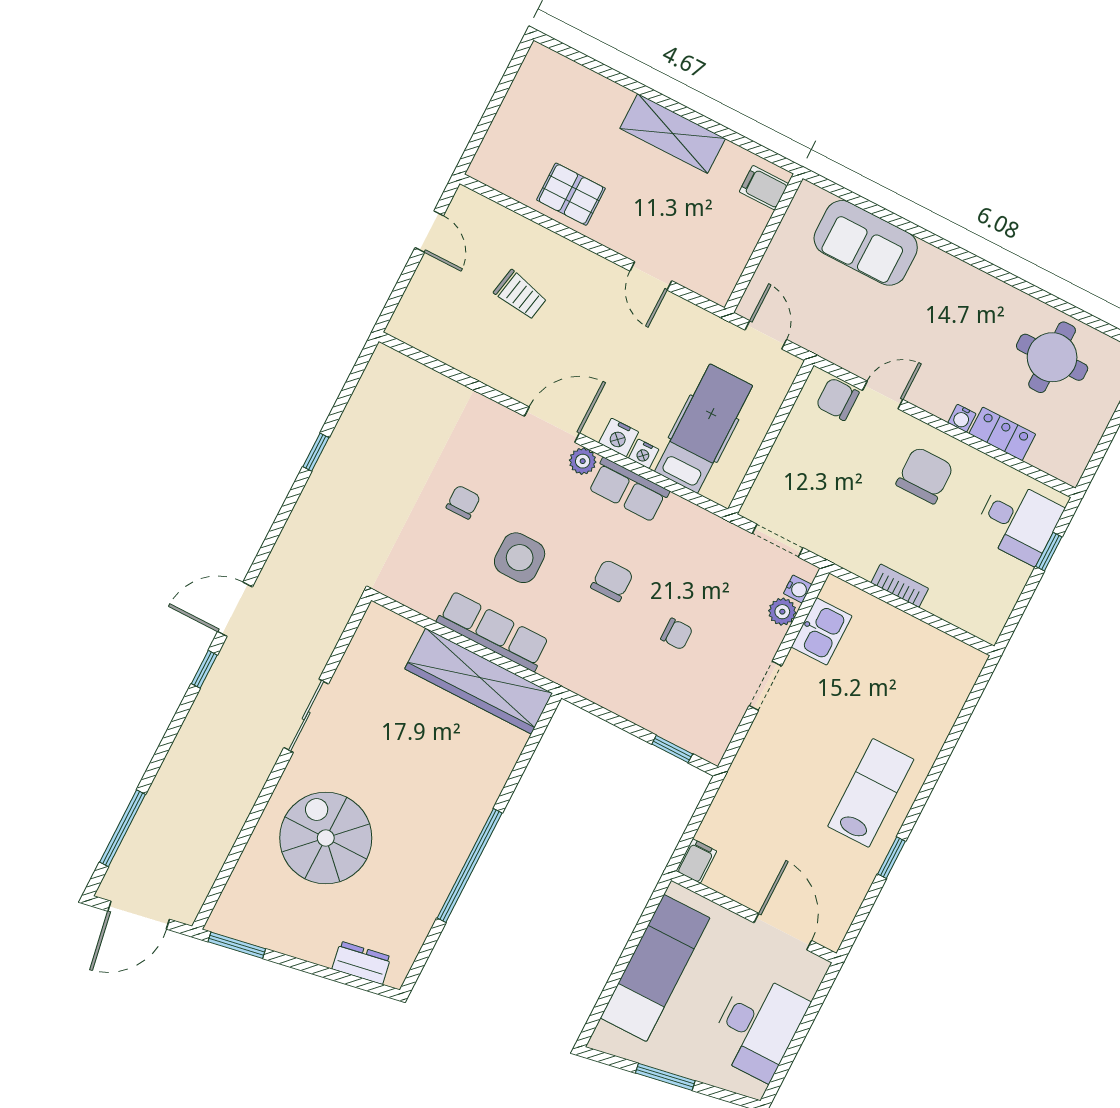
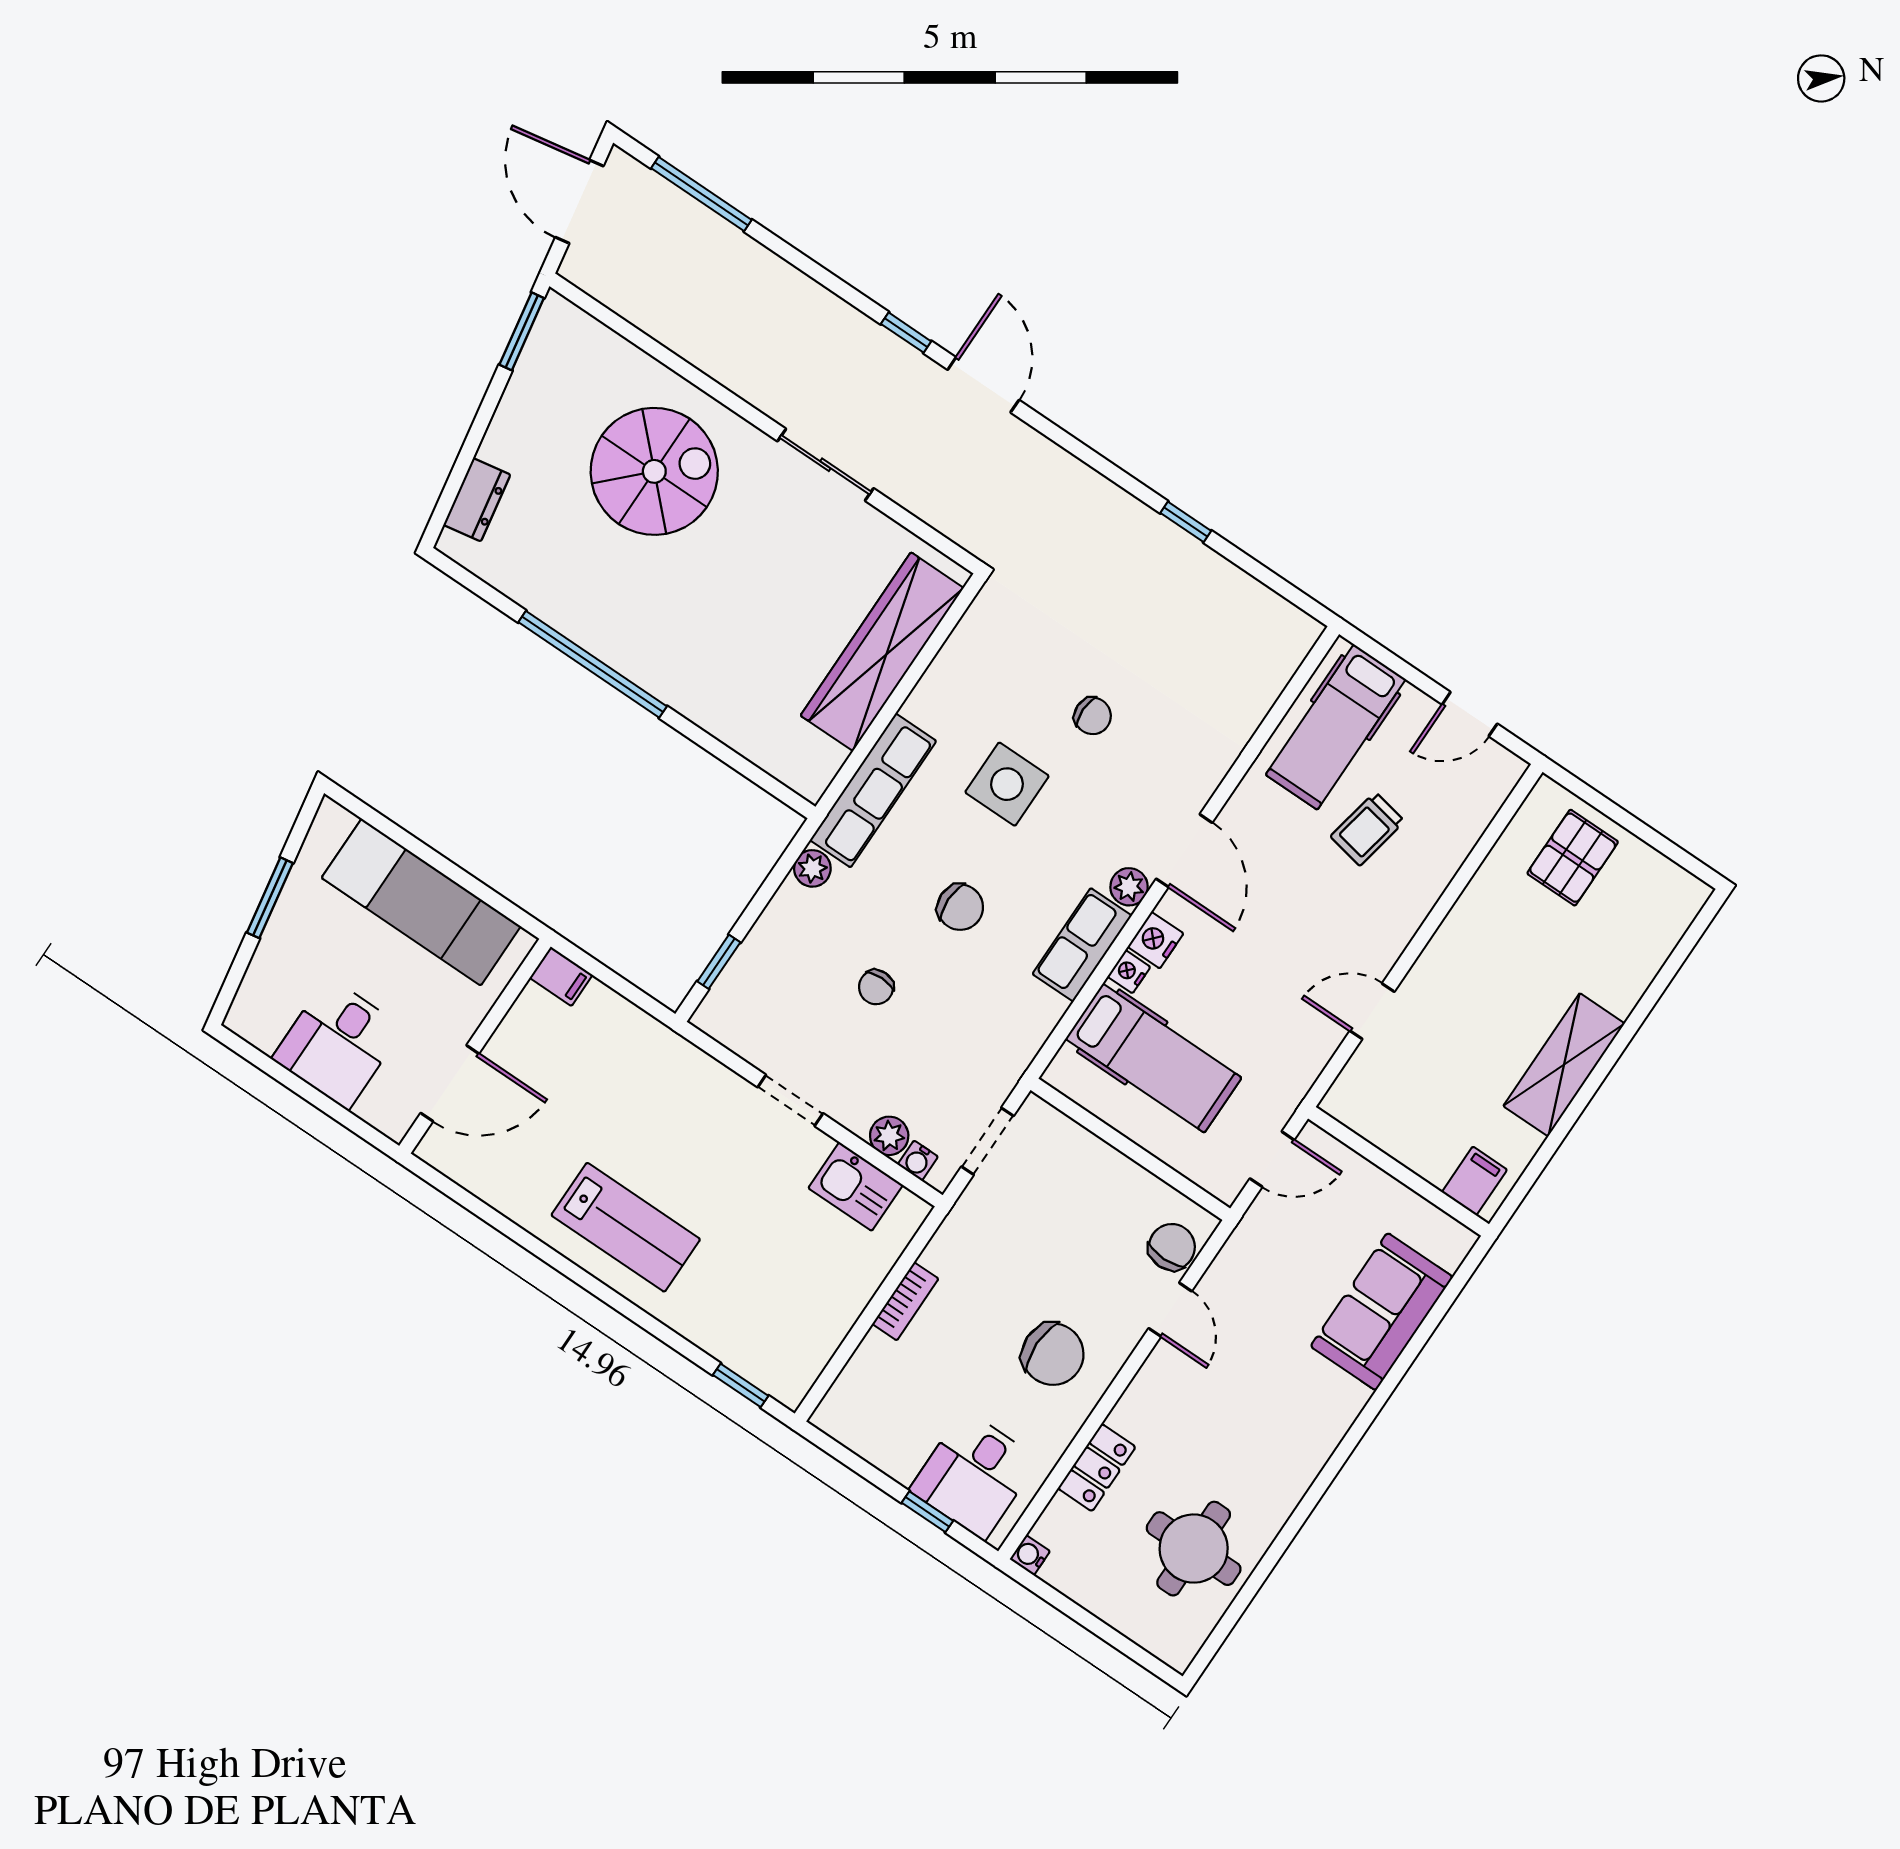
pallet: (571, 194) -> (1573, 858), moved
hospital bed: (450, 327) -> (1336, 727), added
water cooler: (962, 418) -> (1030, 1555), moved
row of seats: (493, 631) -> (873, 790), moved
wardrobe: (479, 681) -> (882, 652), moved
plant: (597, 690) -> (812, 868), added
window: (891, 858) -> (741, 1385), moved
desk: (758, 1027) -> (338, 1043), width x0.73

